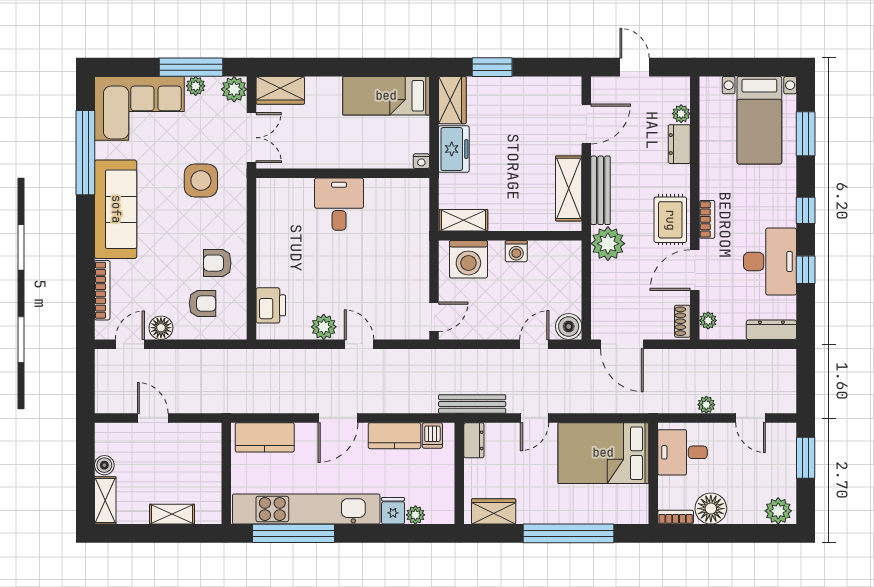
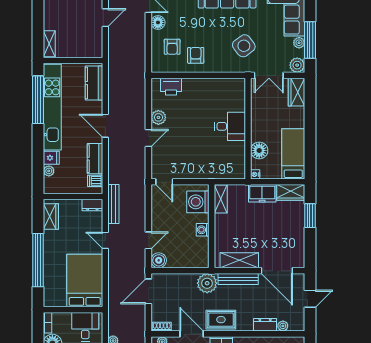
door: (586, 124) -> (277, 271), width x1.36
floor lamp: (380, 154) -> (259, 150), added
side table: (201, 181) -> (244, 46), turned -37
door: (534, 344) -> (148, 240), hinge flipped
shelving: (172, 514) -> (49, 44), moved

